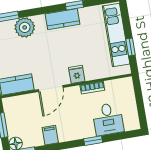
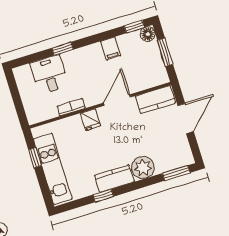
plant: (25, 27) -> (143, 168), moved

